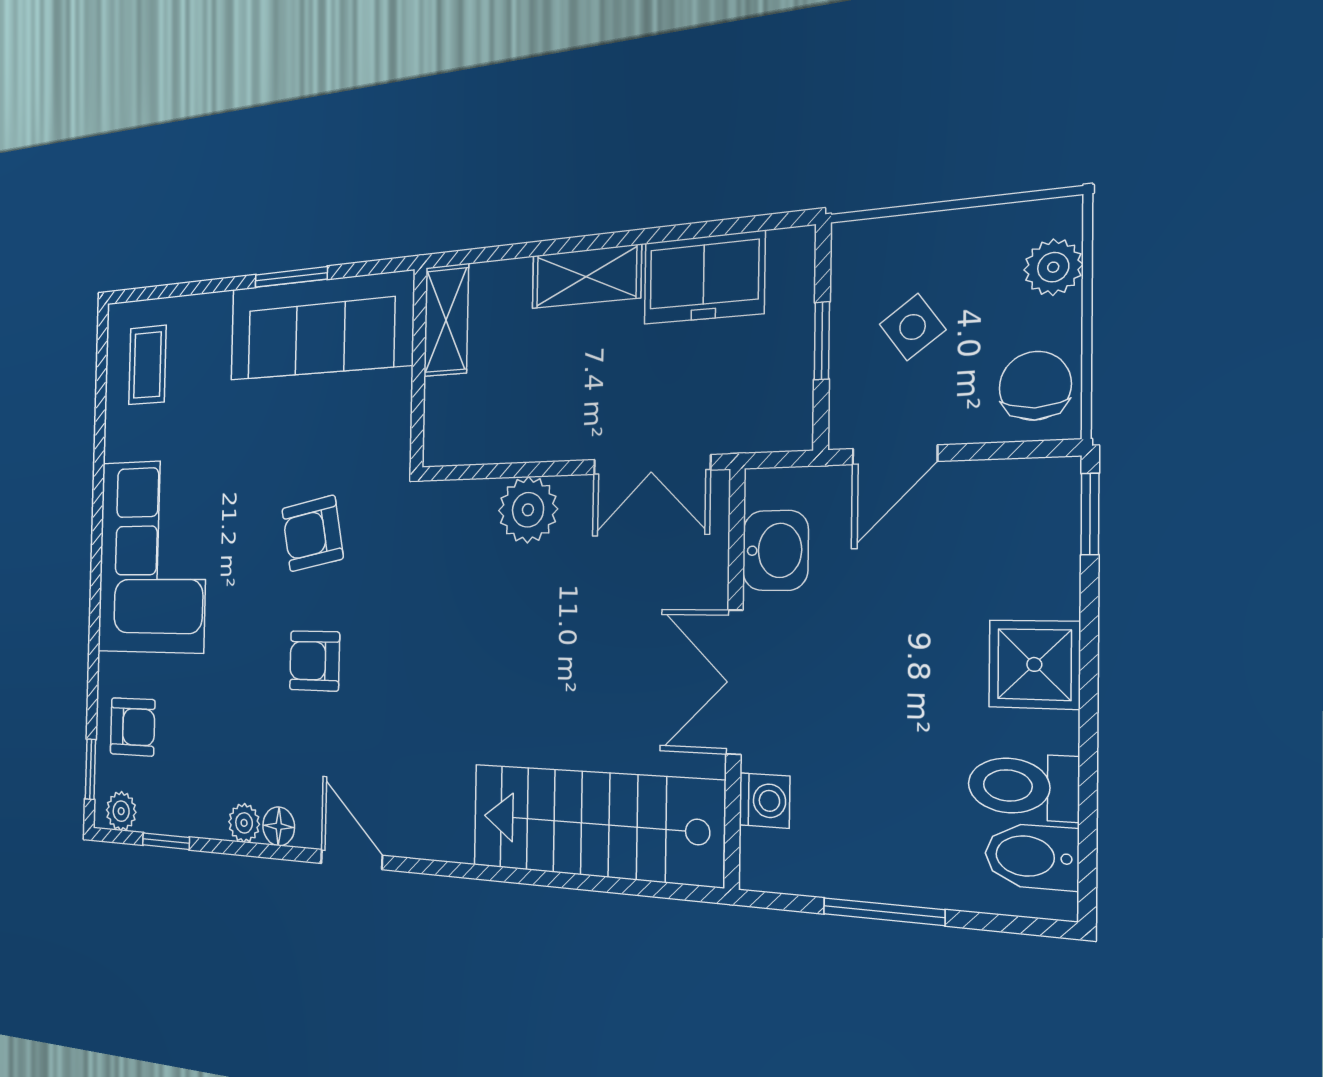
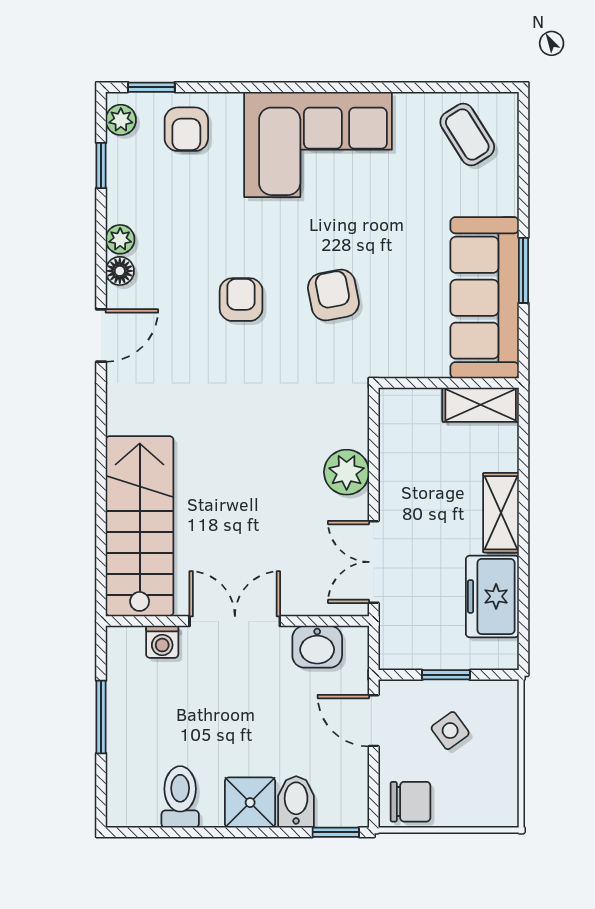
plant: (1053, 267) -> (478, 811), removed
coffee table: (147, 365) -> (467, 135), turned 58
bidet: (1032, 856) -> (296, 802), moved

